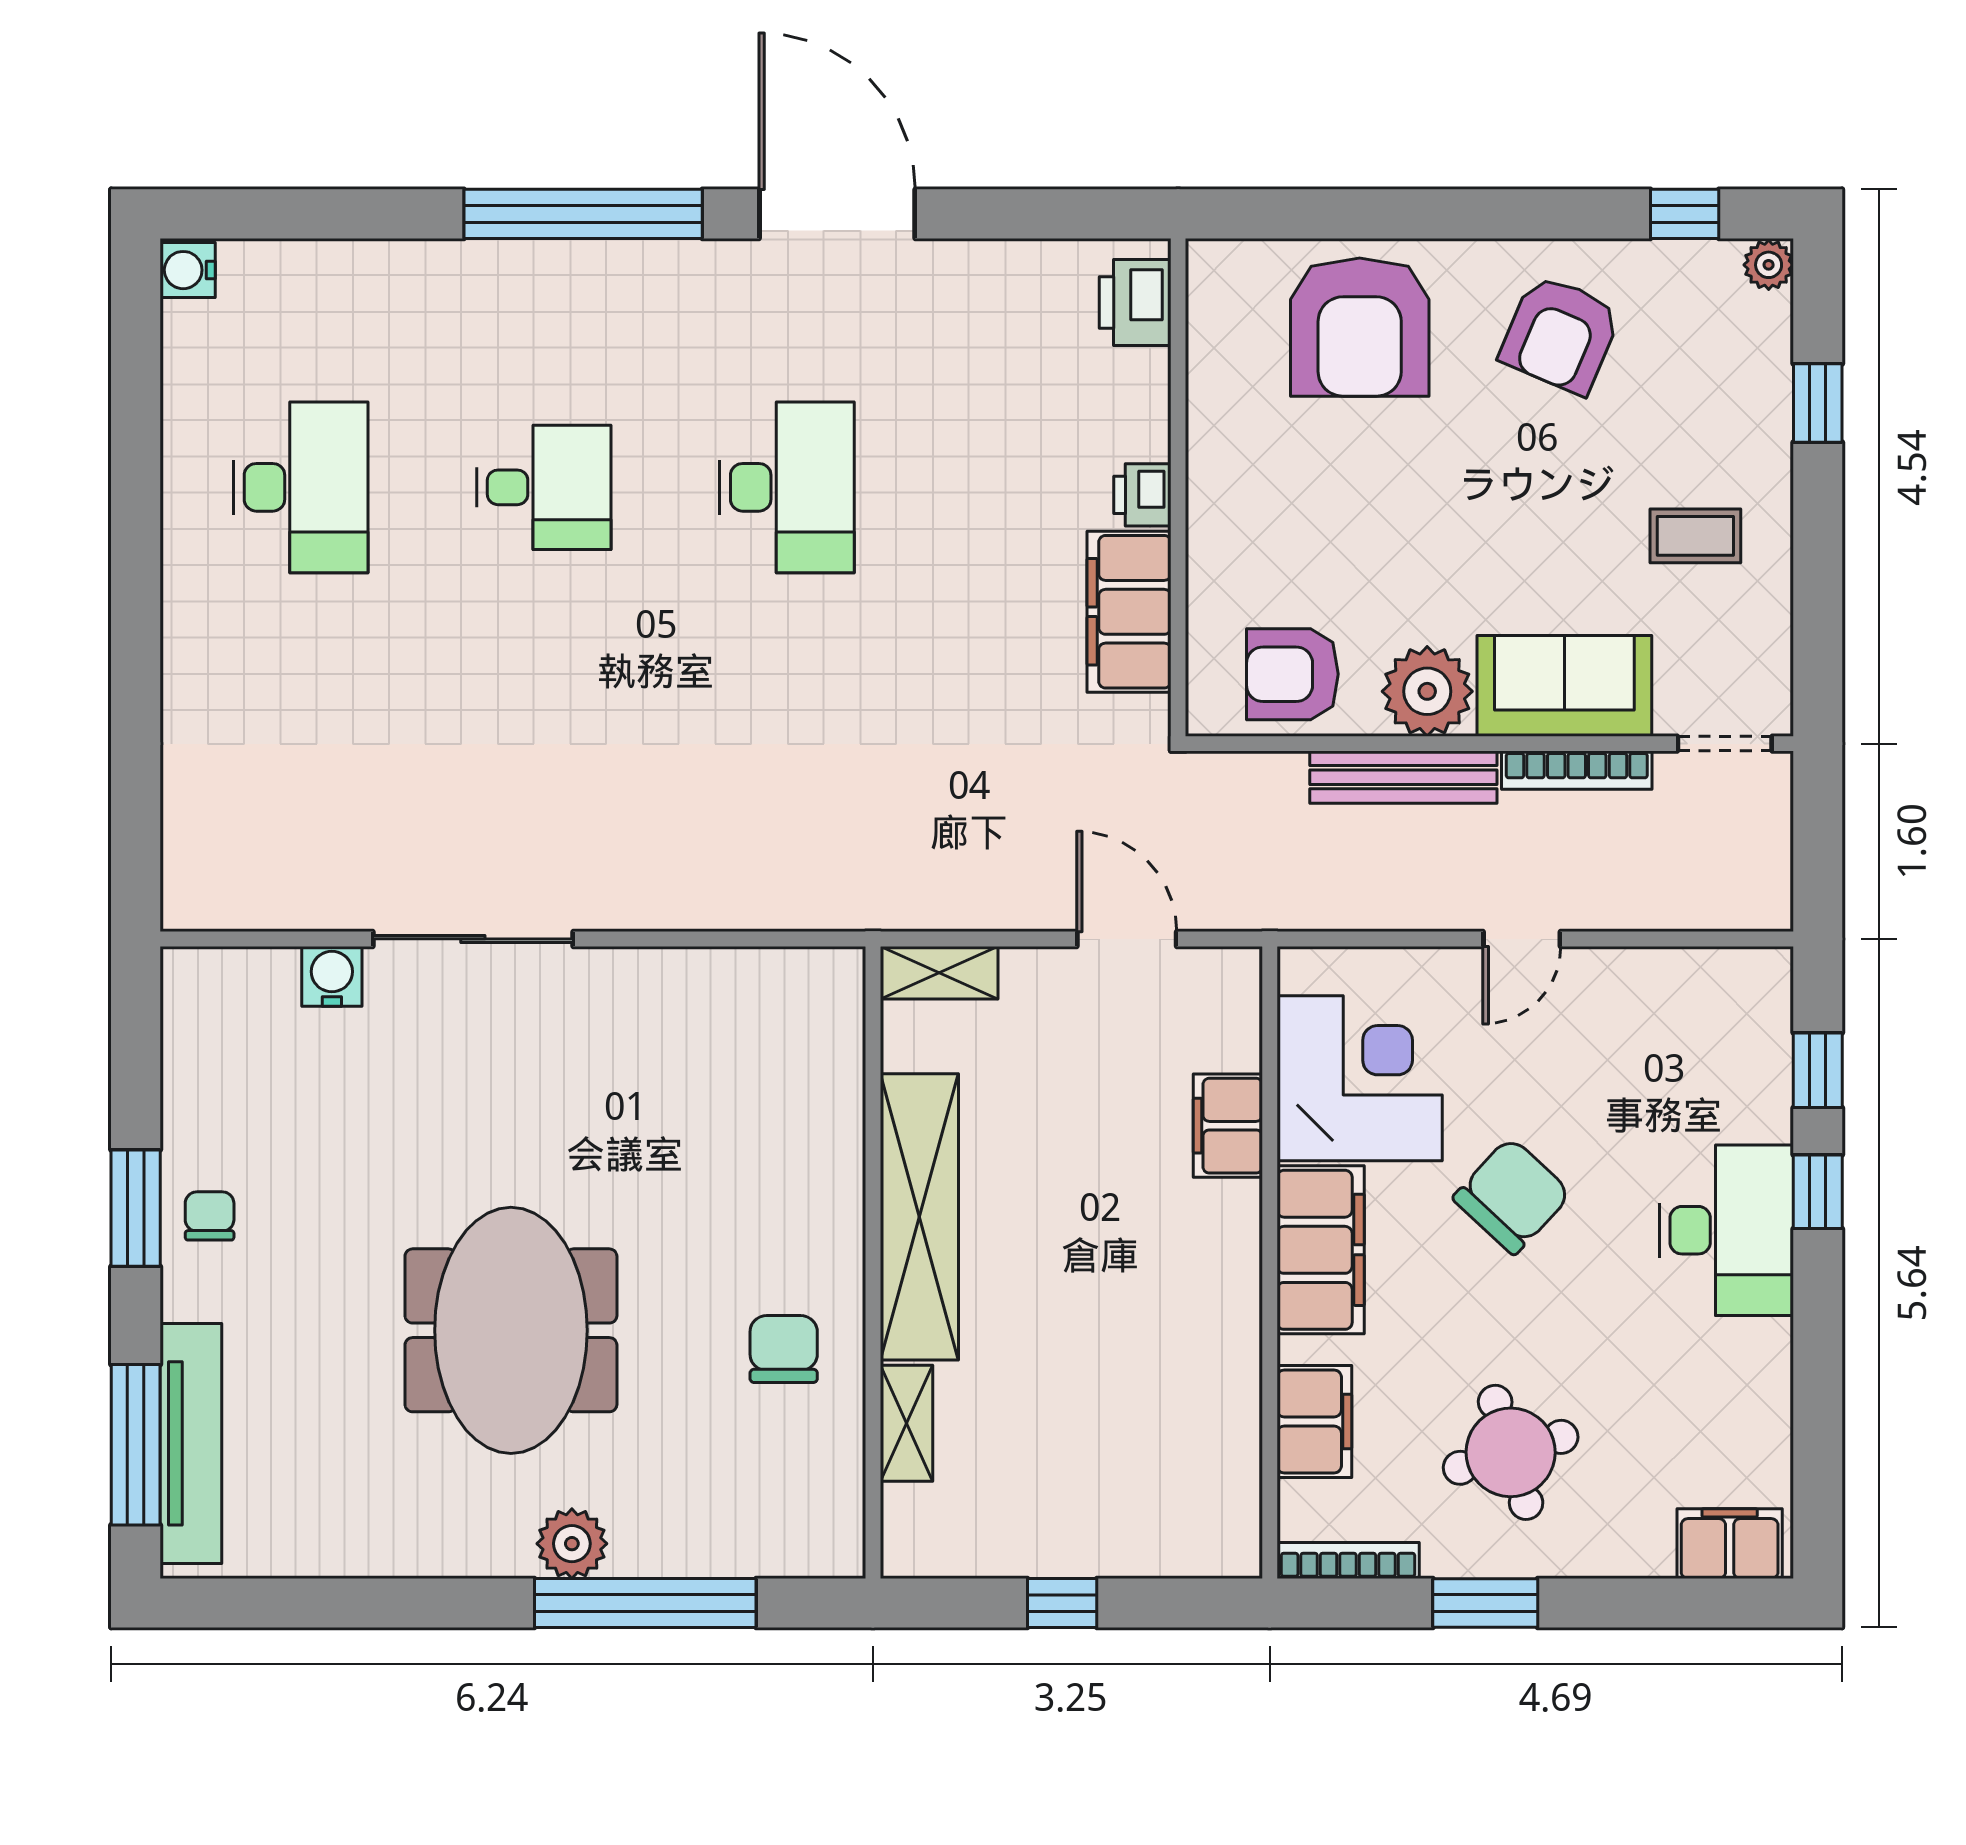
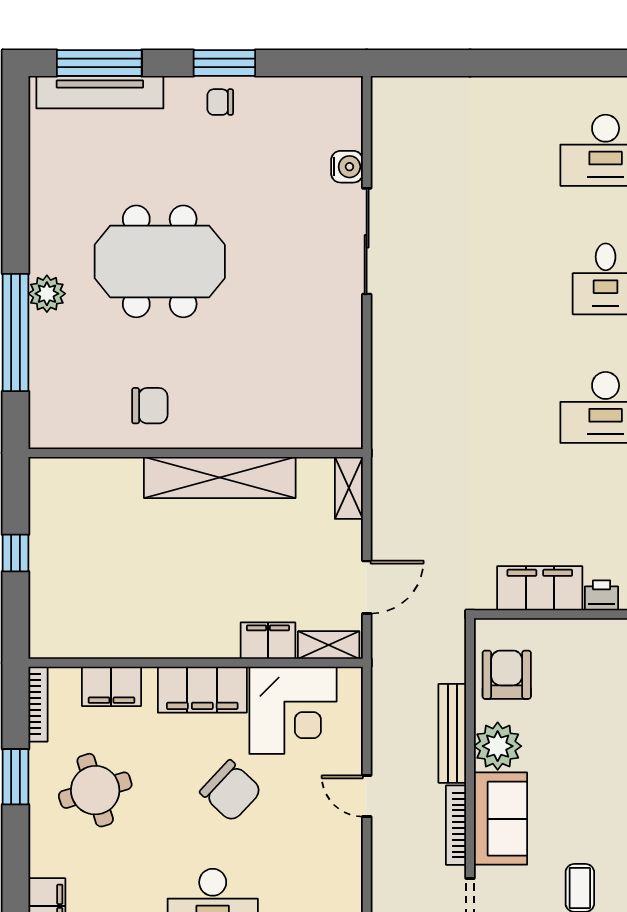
chair: (210, 1216) -> (220, 102), turned 180
shelving: (906, 1423) -> (329, 645), moved

